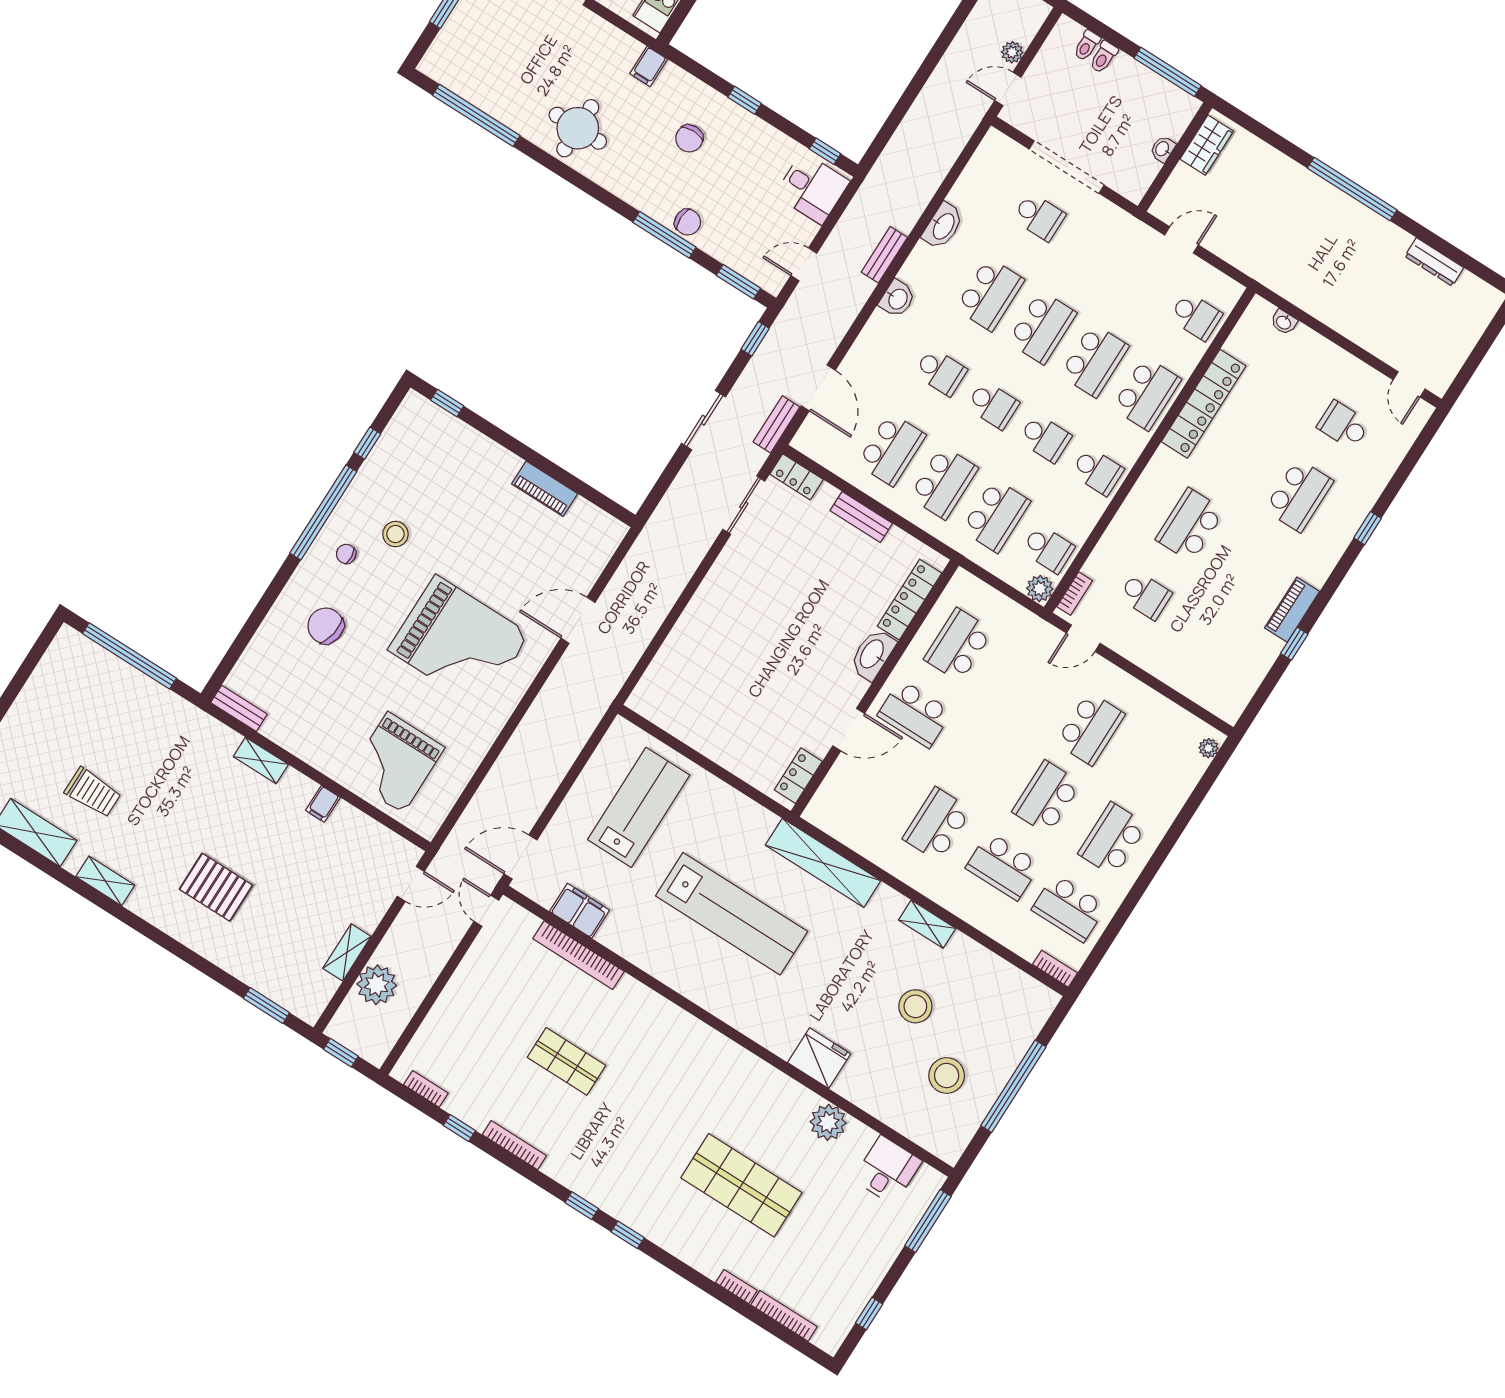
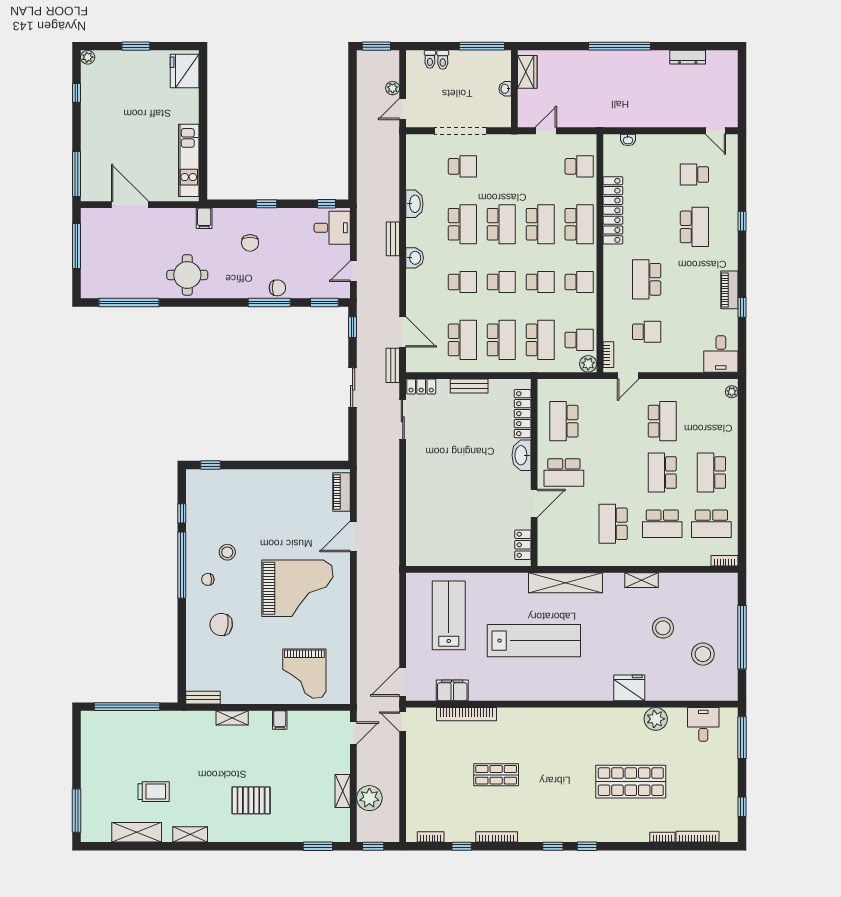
piano: (545, 489) -> (341, 492), moved, turned 90
desk: (1226, 688) -> (721, 354), added

